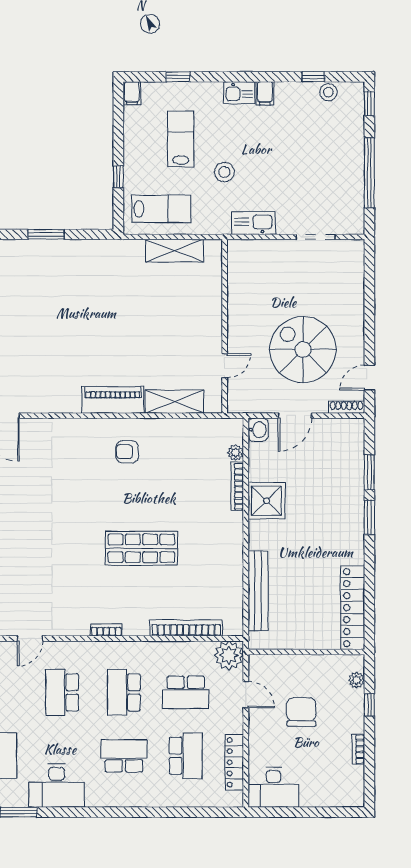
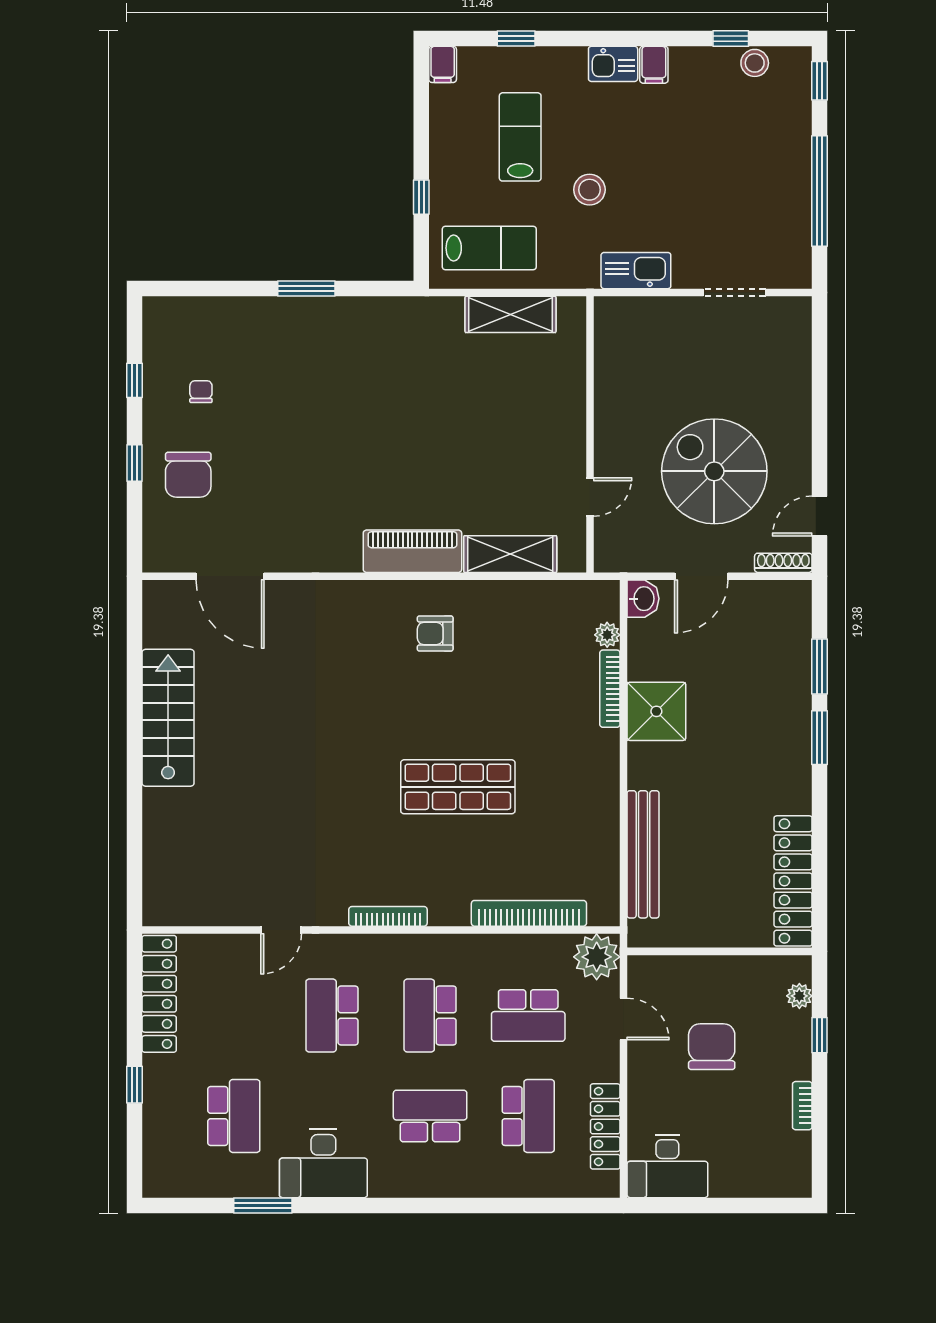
bookcase: (106, 630) -> (388, 916), width x1.56

